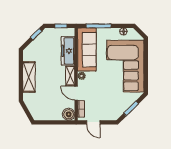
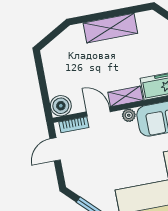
door: (76, 93) -> (98, 112), hinge flipped

